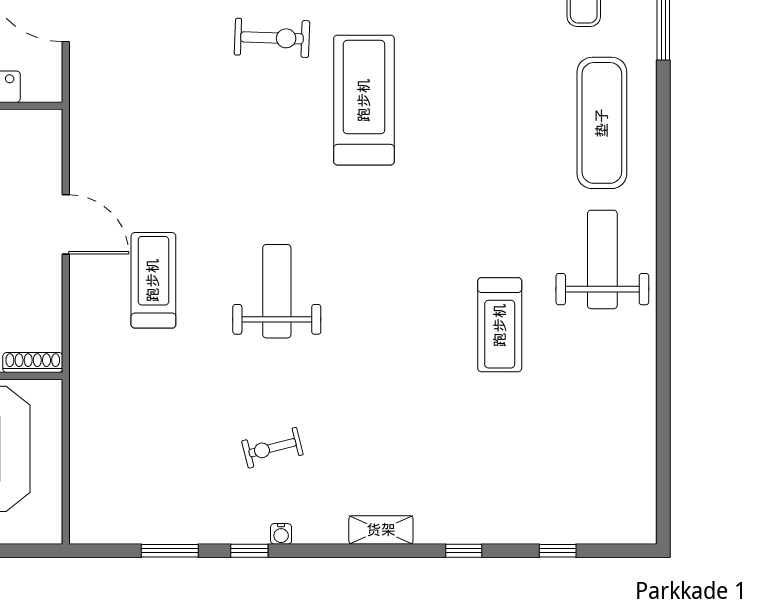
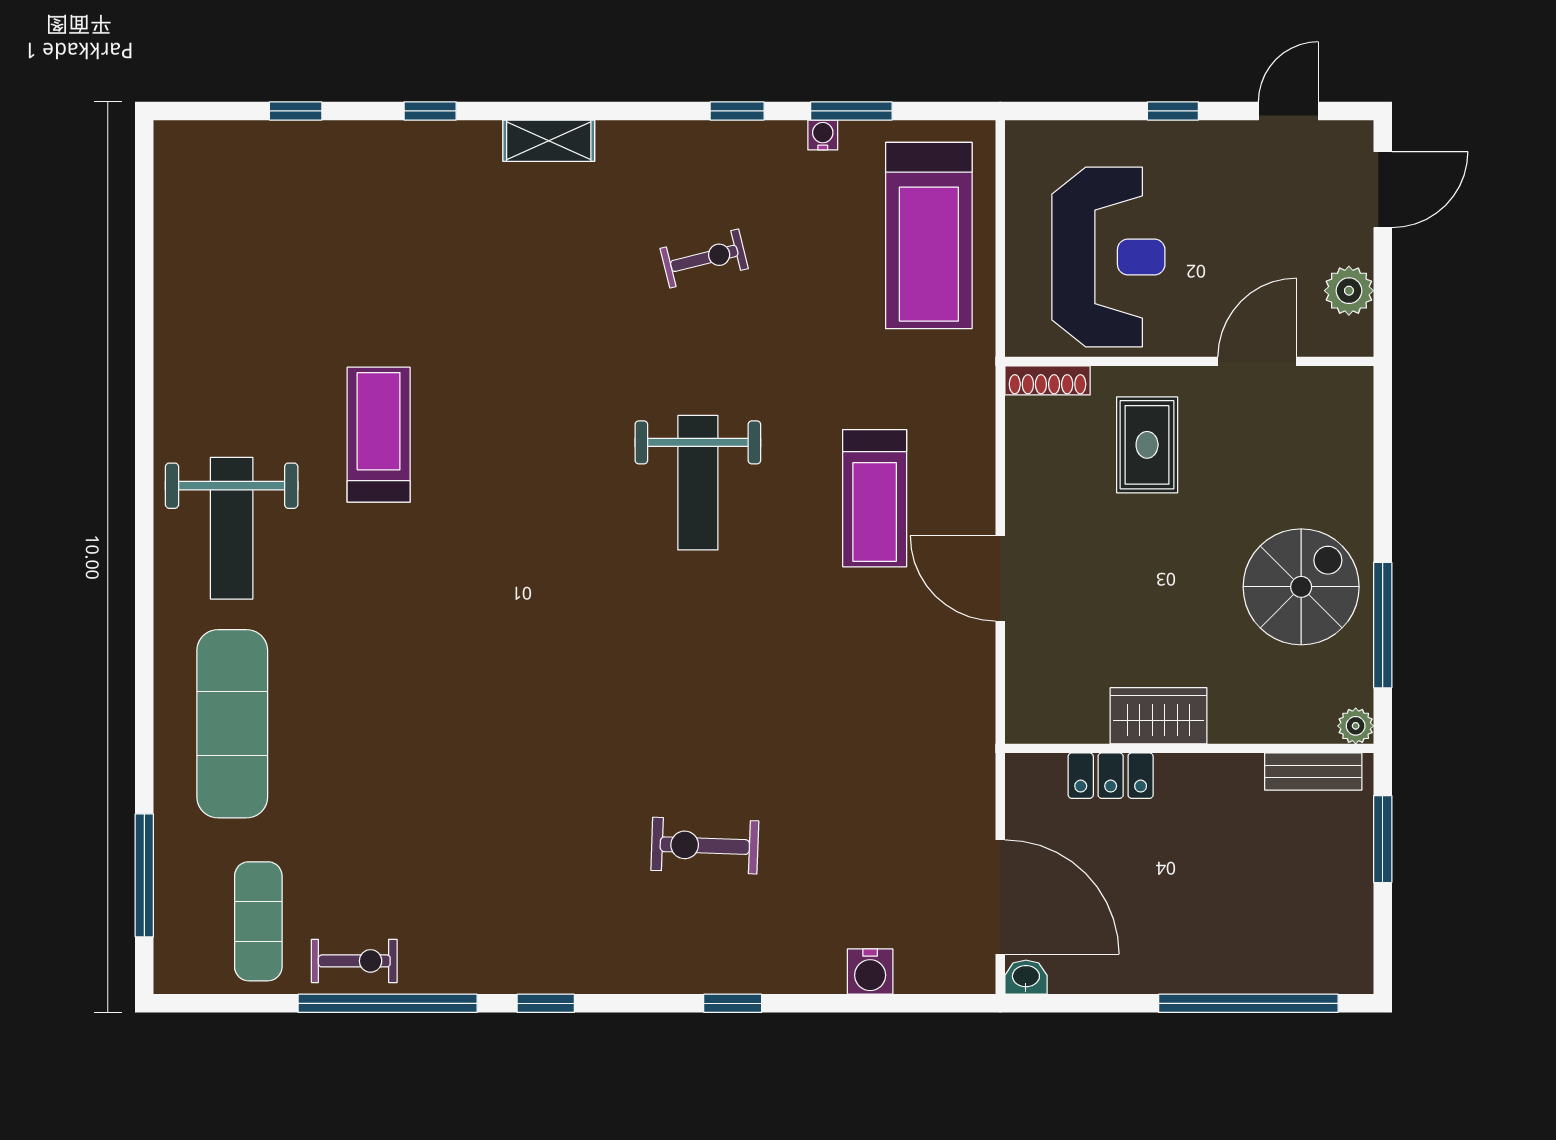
treadmill: (364, 100) -> (929, 236), moved
water cooler: (281, 534) -> (823, 135), moved

